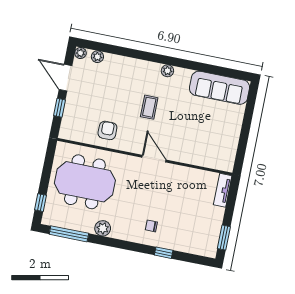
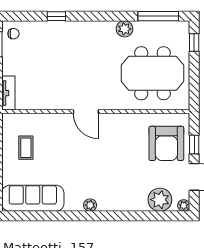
plant: (97, 57) -> (160, 200), width x1.87, depth x1.87
coffee table: (149, 107) -> (26, 148), moved
armchair: (107, 130) -> (166, 143), moved, width x1.88, depth x1.88
chair: (151, 226) -> (13, 34), moved

